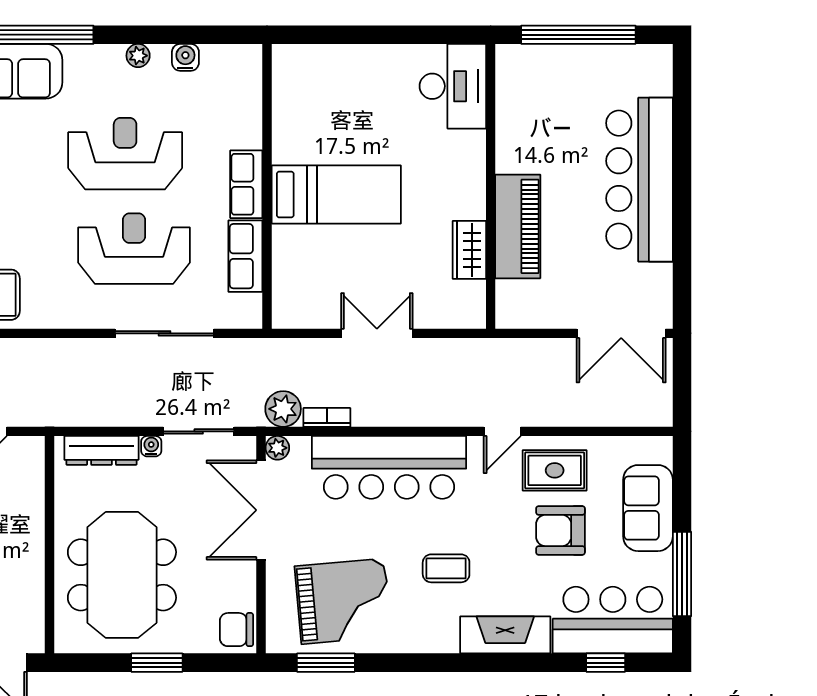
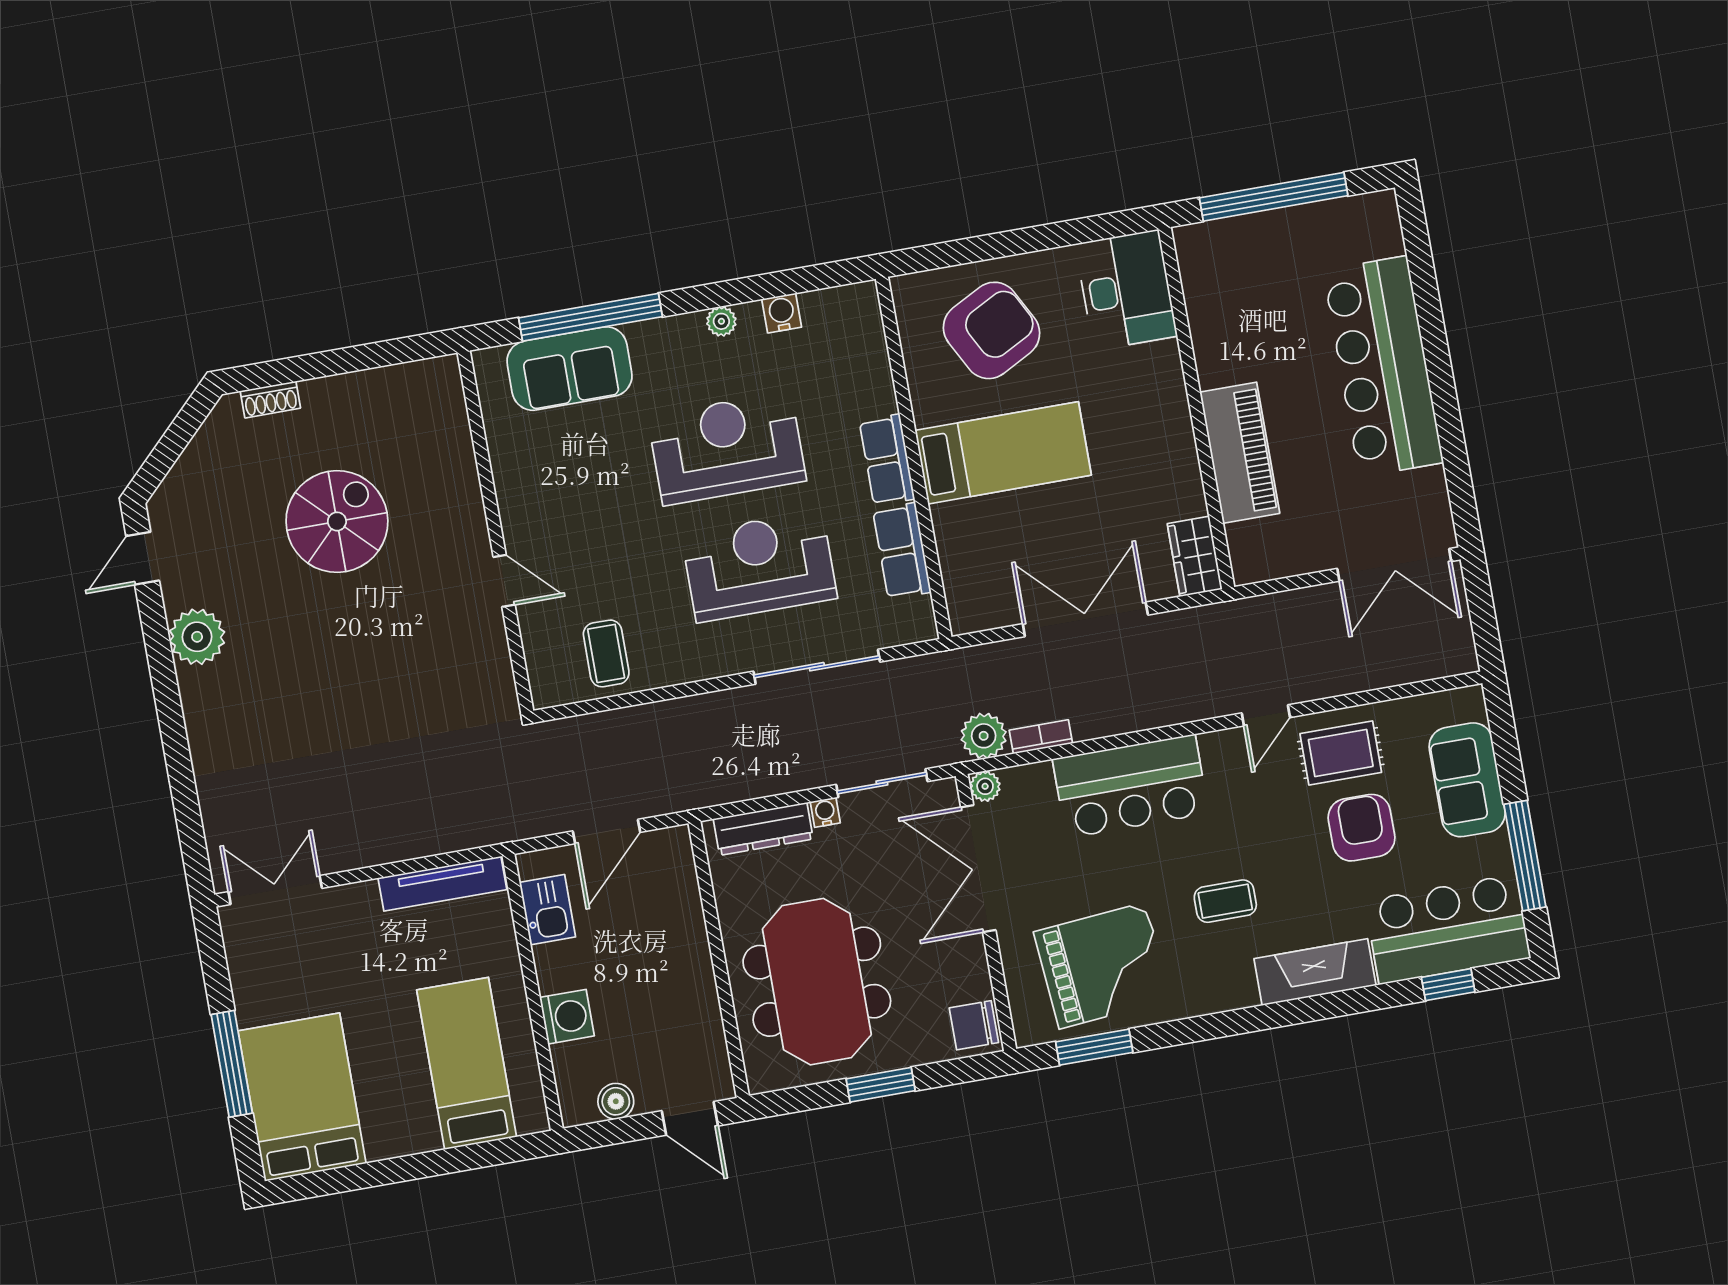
armchair: (344, 99) -> (992, 330), added
wardrobe: (469, 250) -> (1195, 556), moved
double door: (377, 333) -> (1085, 619), width x1.37
bar counter: (389, 467) -> (1131, 786), width x0.73
armchair: (561, 530) -> (1362, 828), turned 90

